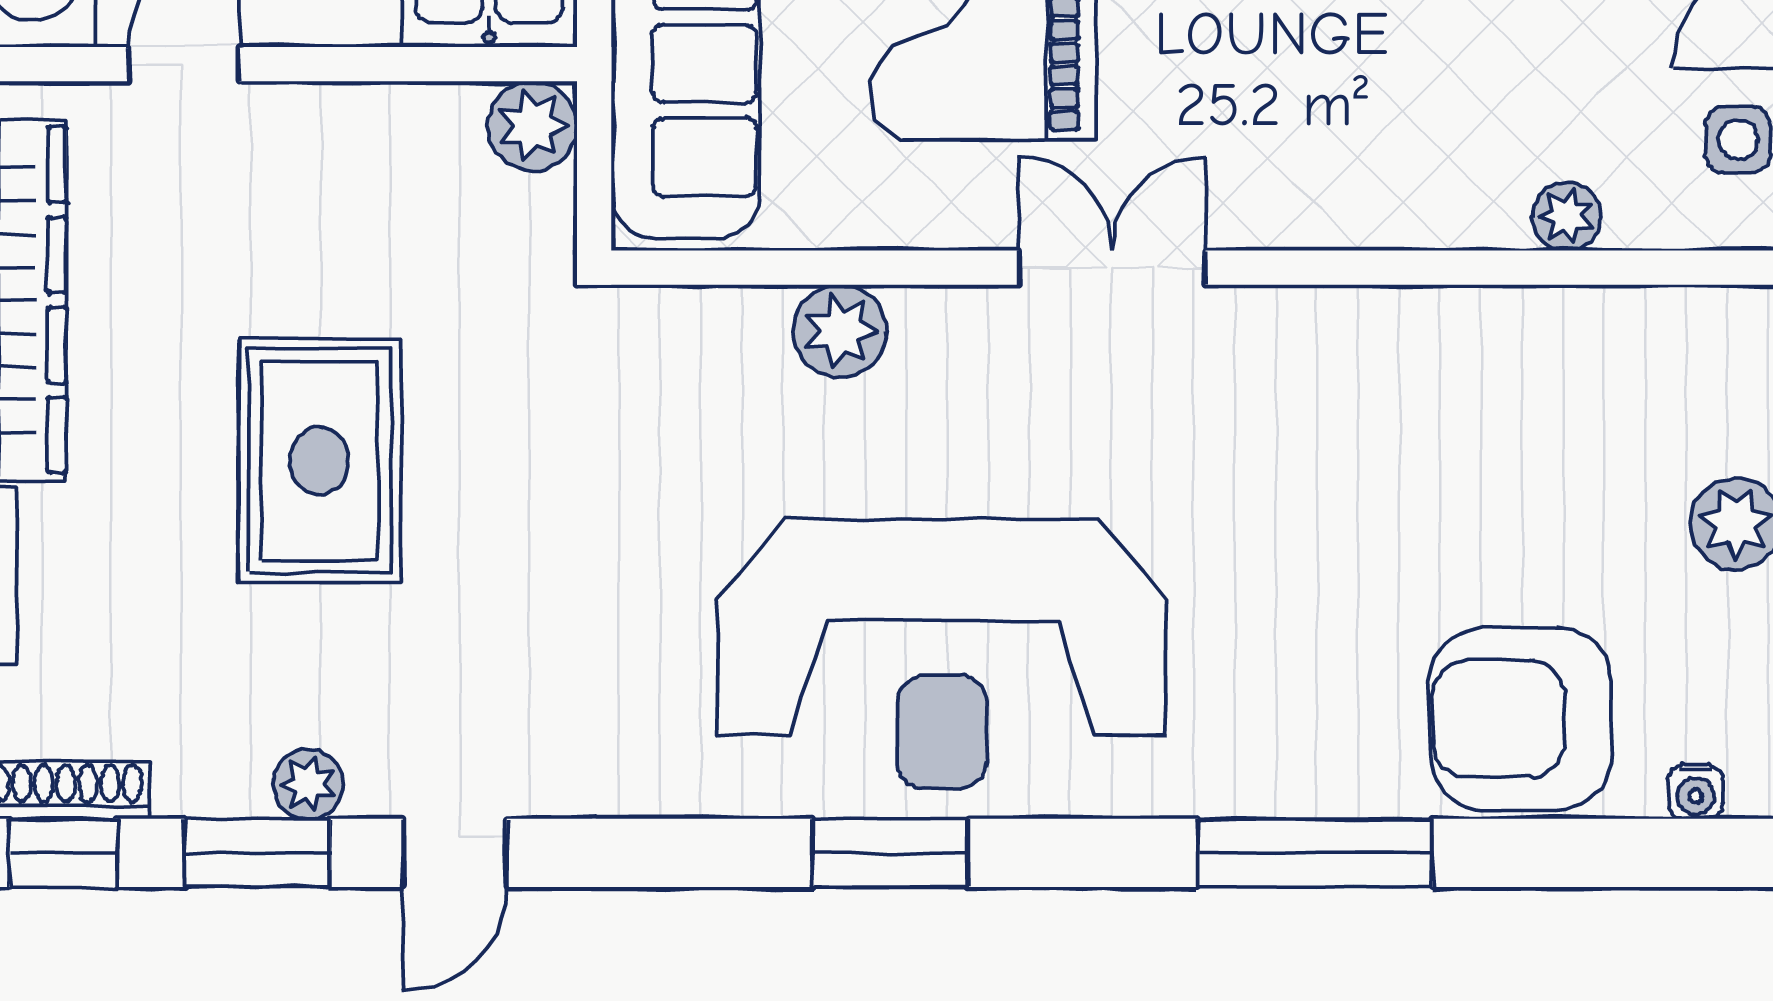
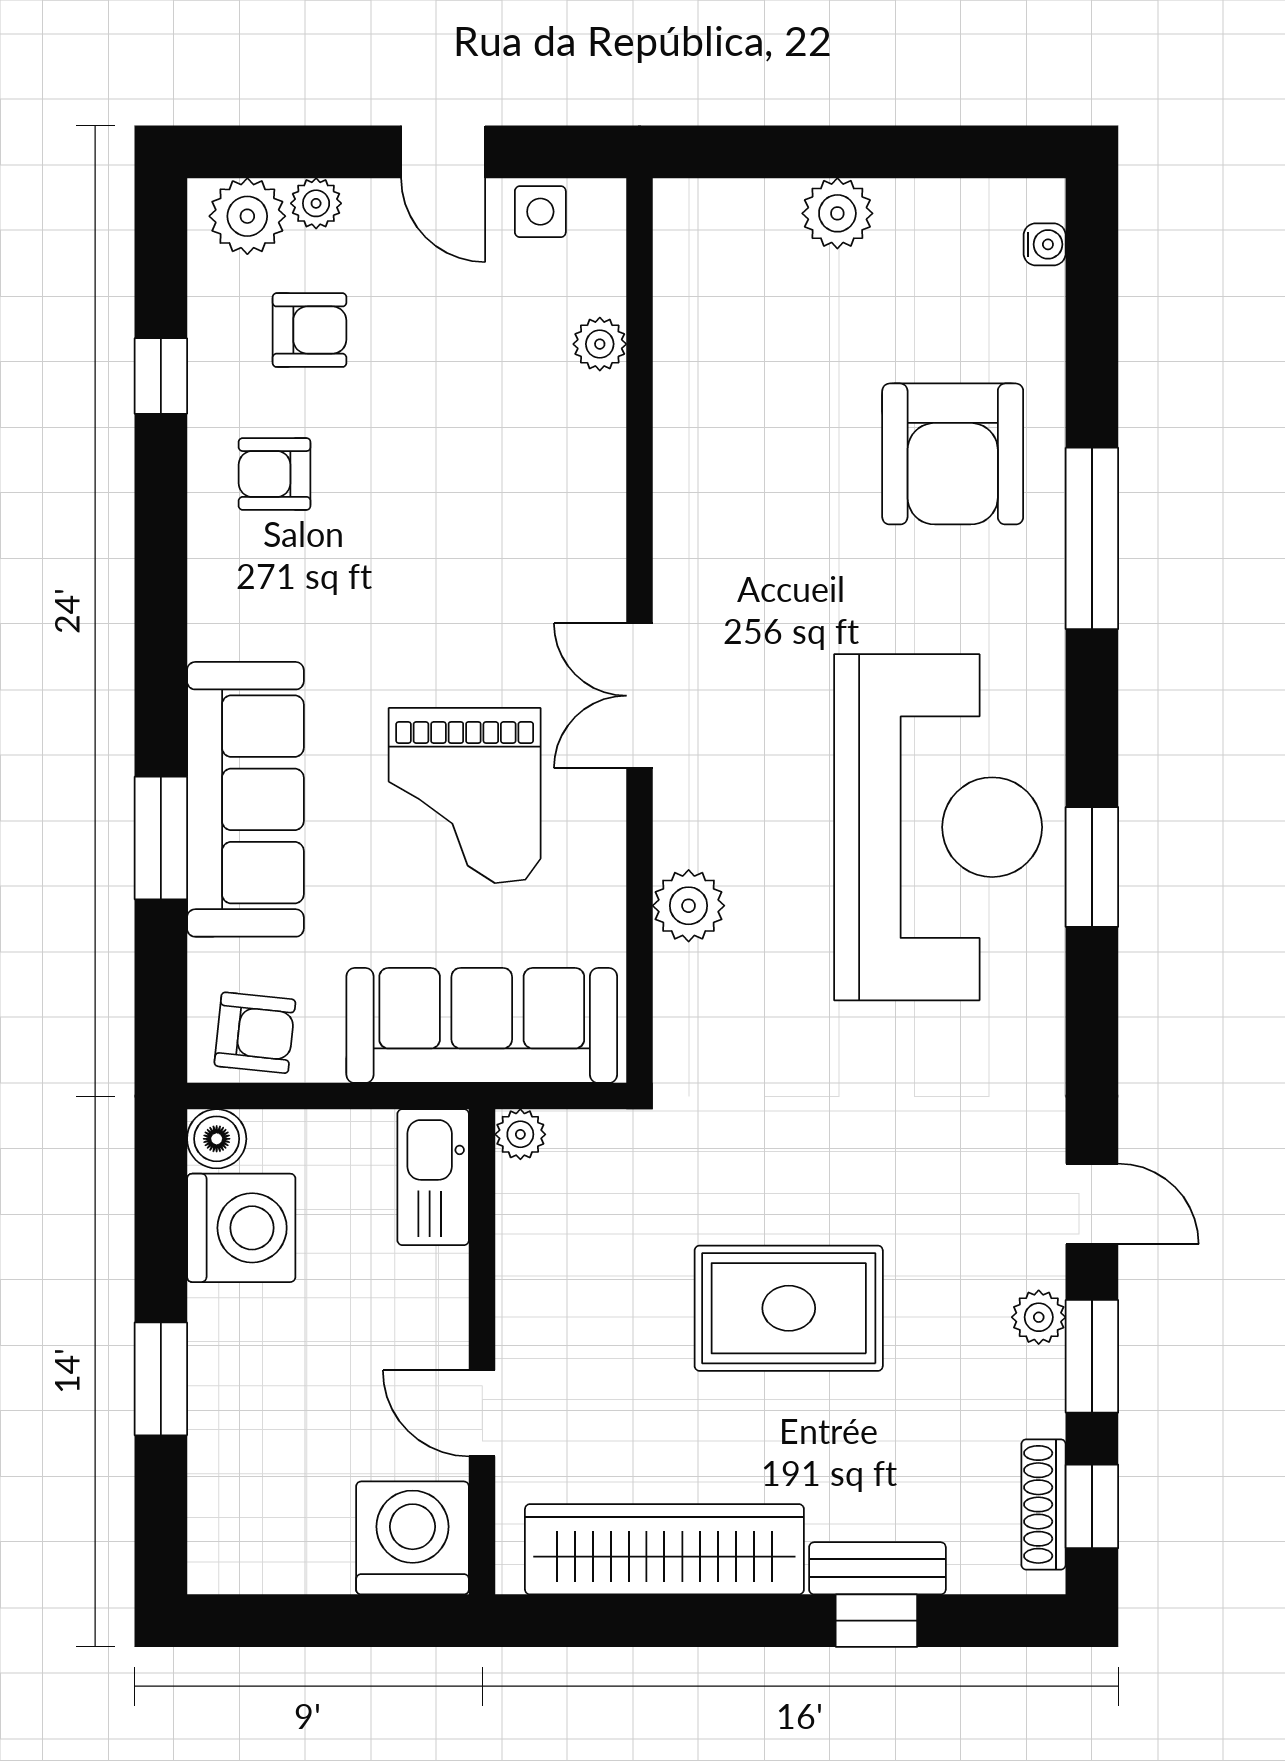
plant: (532, 126) -> (520, 1134), width x0.73, depth x0.73
armchair: (1520, 719) -> (953, 454), moved

